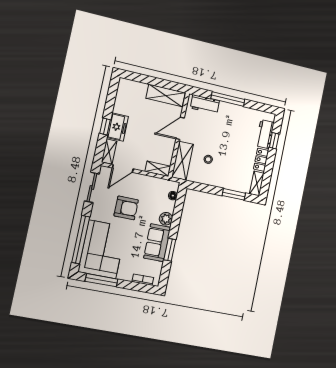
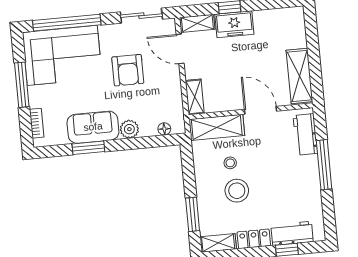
stool: (227, 161) -> (237, 191), added
window: (101, 280) -> (22, 85), moved

